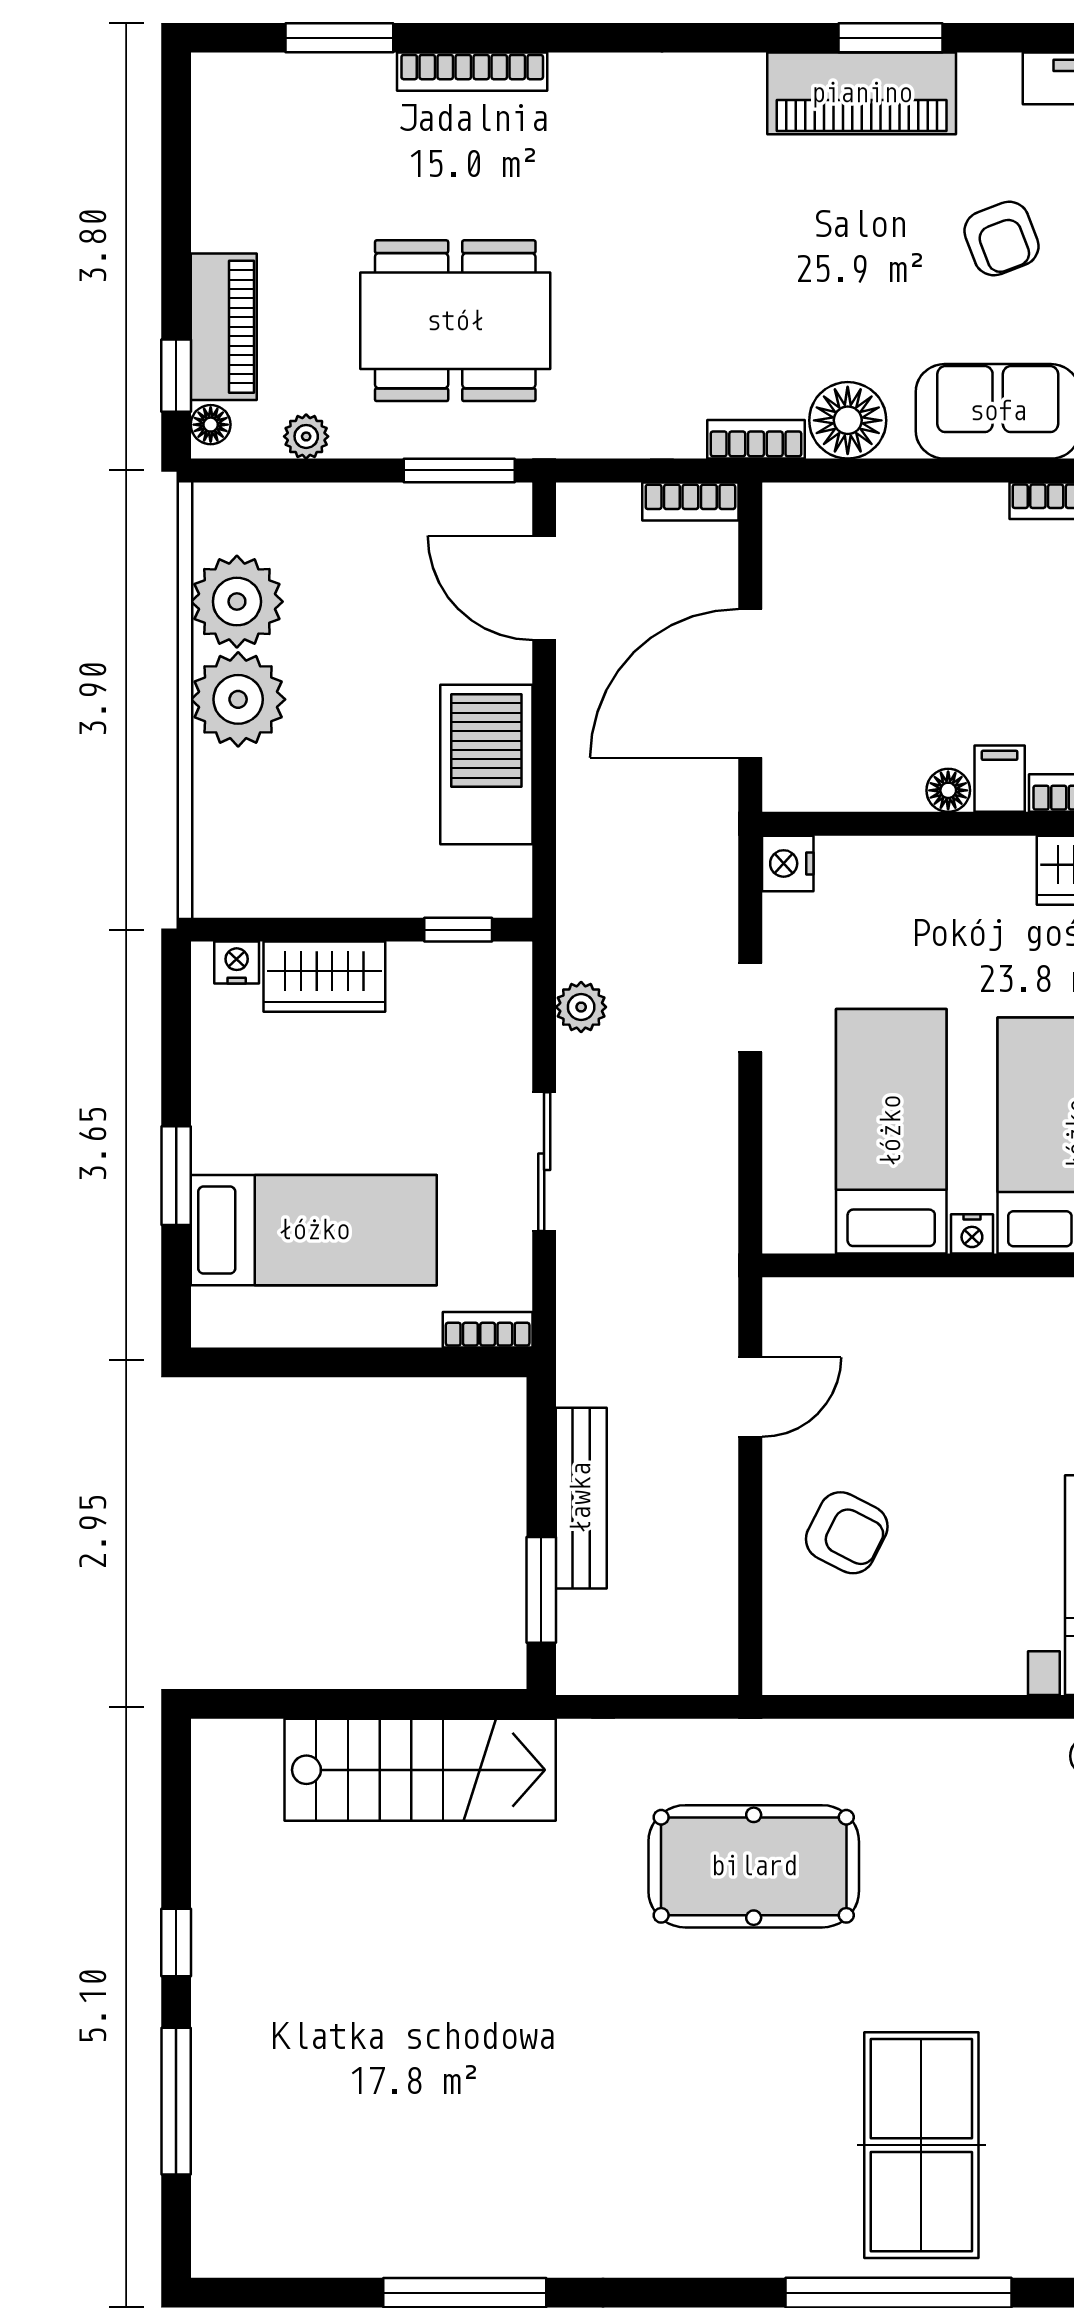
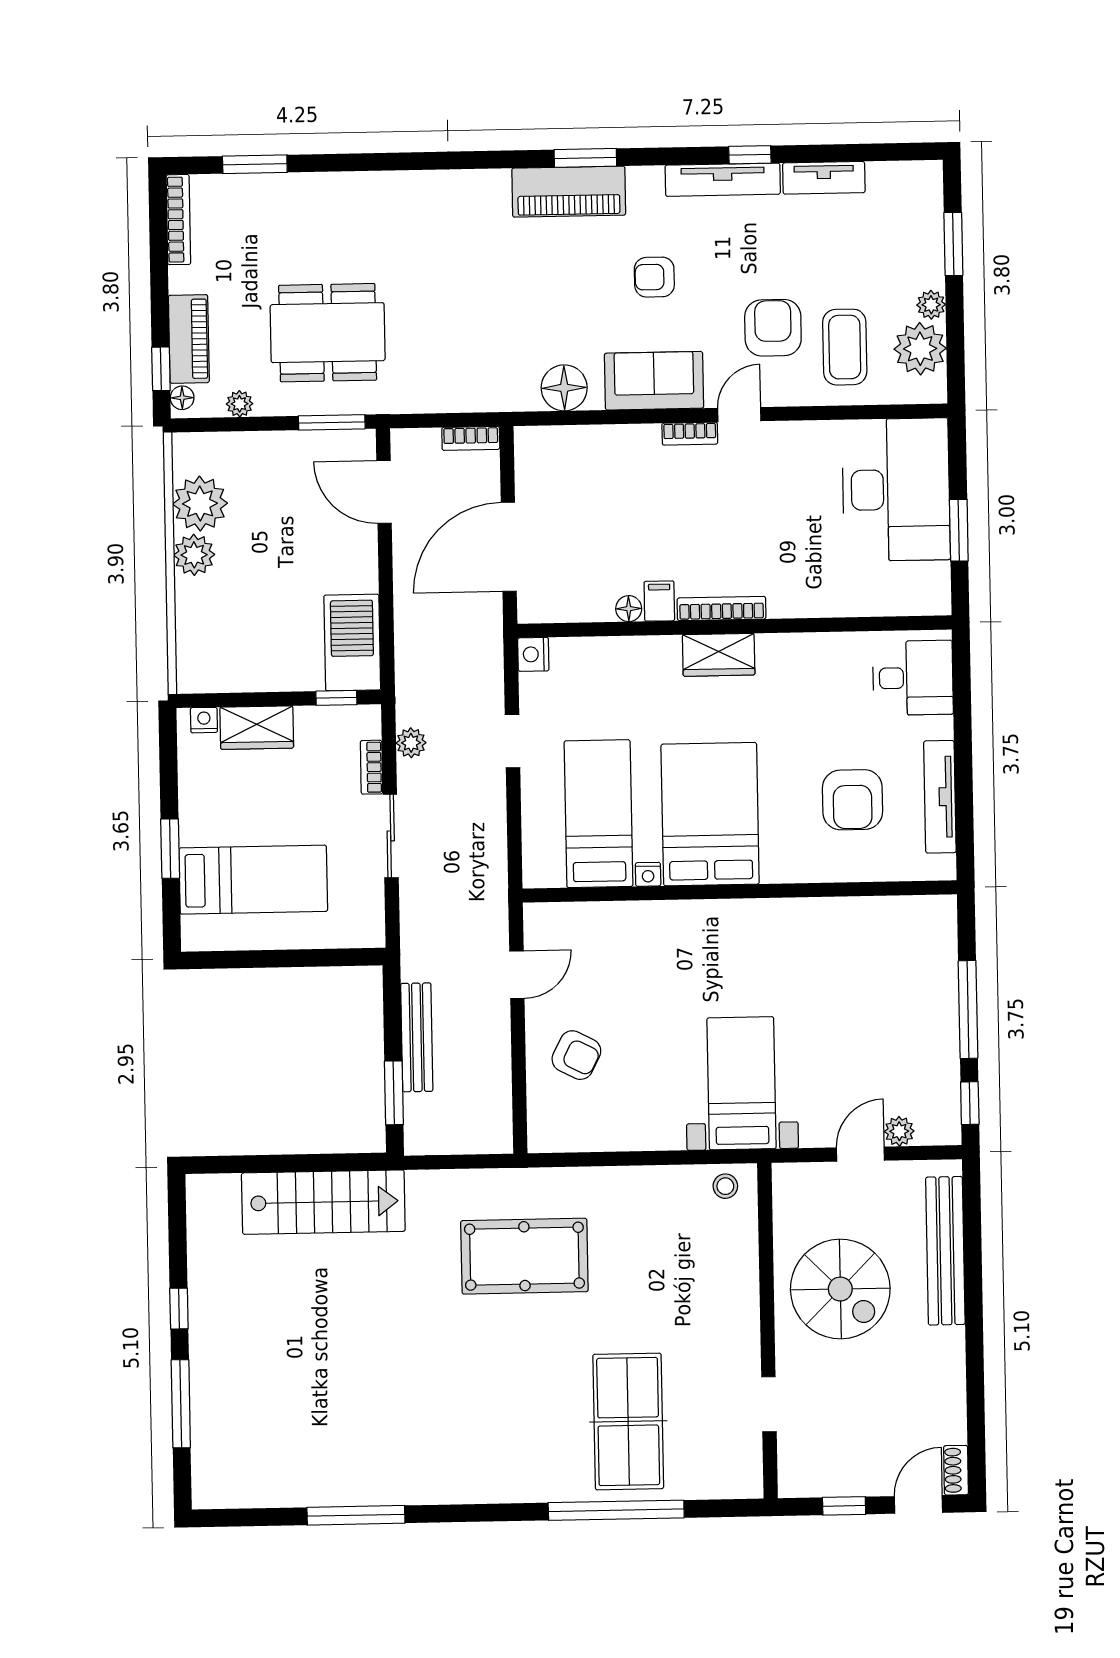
bookcase: (472, 72) -> (178, 220), moved, turned -90
armchair: (1002, 239) -> (654, 277), turned 111
bookcase: (756, 439) -> (509, 400), removed
plant: (238, 699) -> (194, 555), width x0.73, depth x0.73
barbecue: (486, 764) -> (352, 643), moved
bookcase: (488, 1330) -> (372, 767), moved, turned -90

